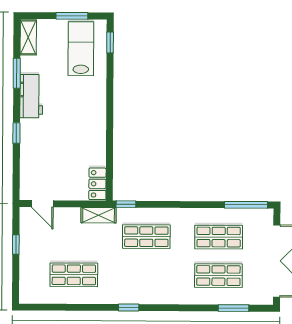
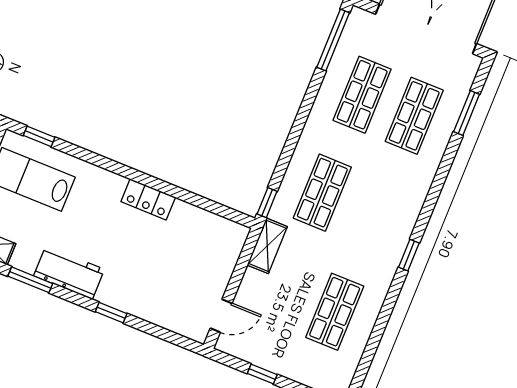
locker: (97, 184) -> (148, 199), moved

